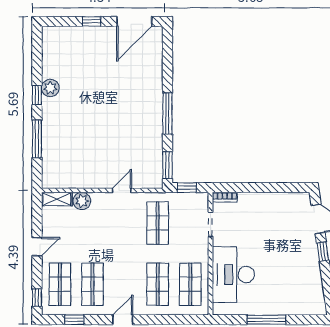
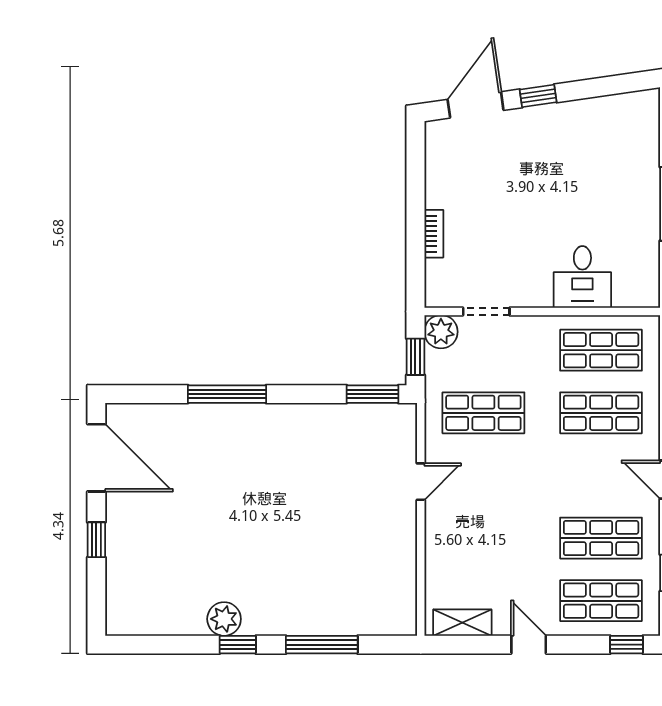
window: (167, 113) -> (227, 394), moved
door: (122, 190) -> (421, 482), swing flipped
bookcase: (225, 197) -> (434, 234), moved
shelving: (57, 199) -> (462, 623), moved, turned 90
plant: (82, 201) -> (441, 332), moved
desk: (233, 275) -> (582, 277), width x0.53, depth x0.77

